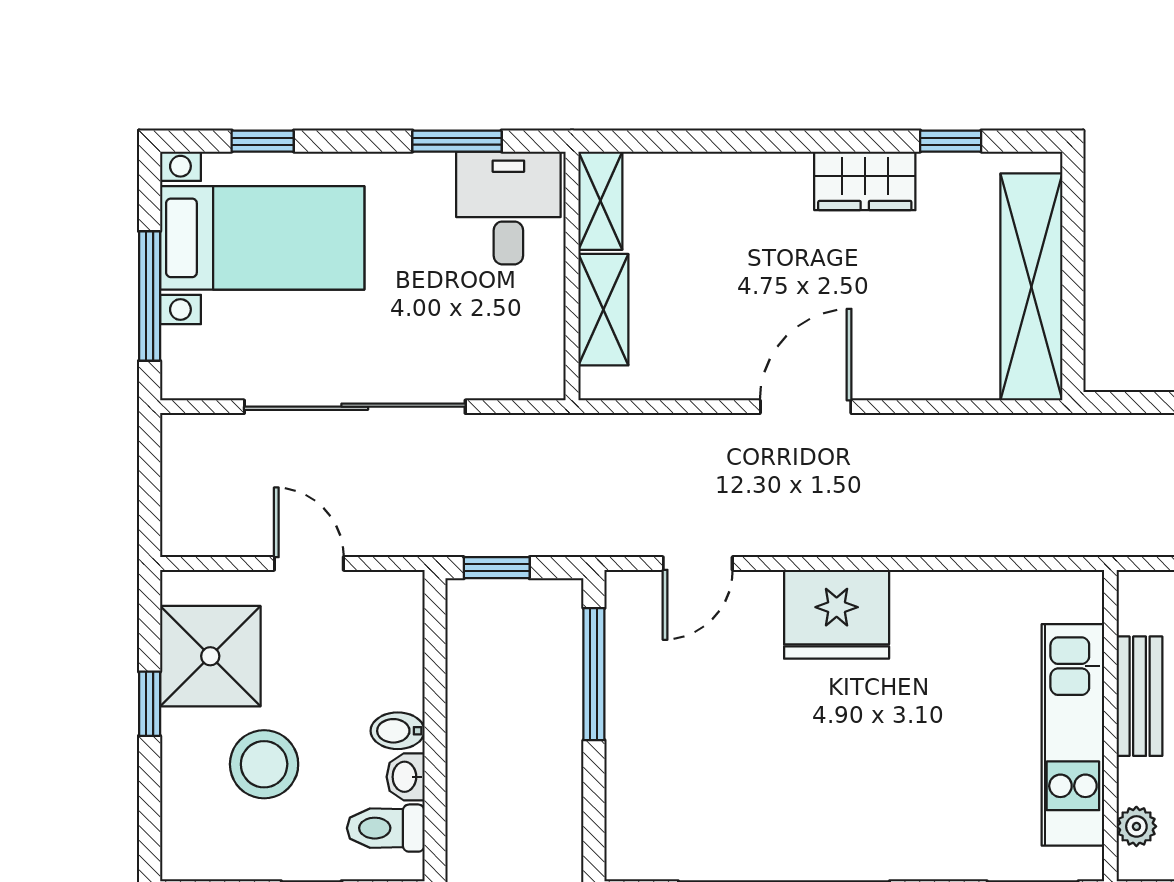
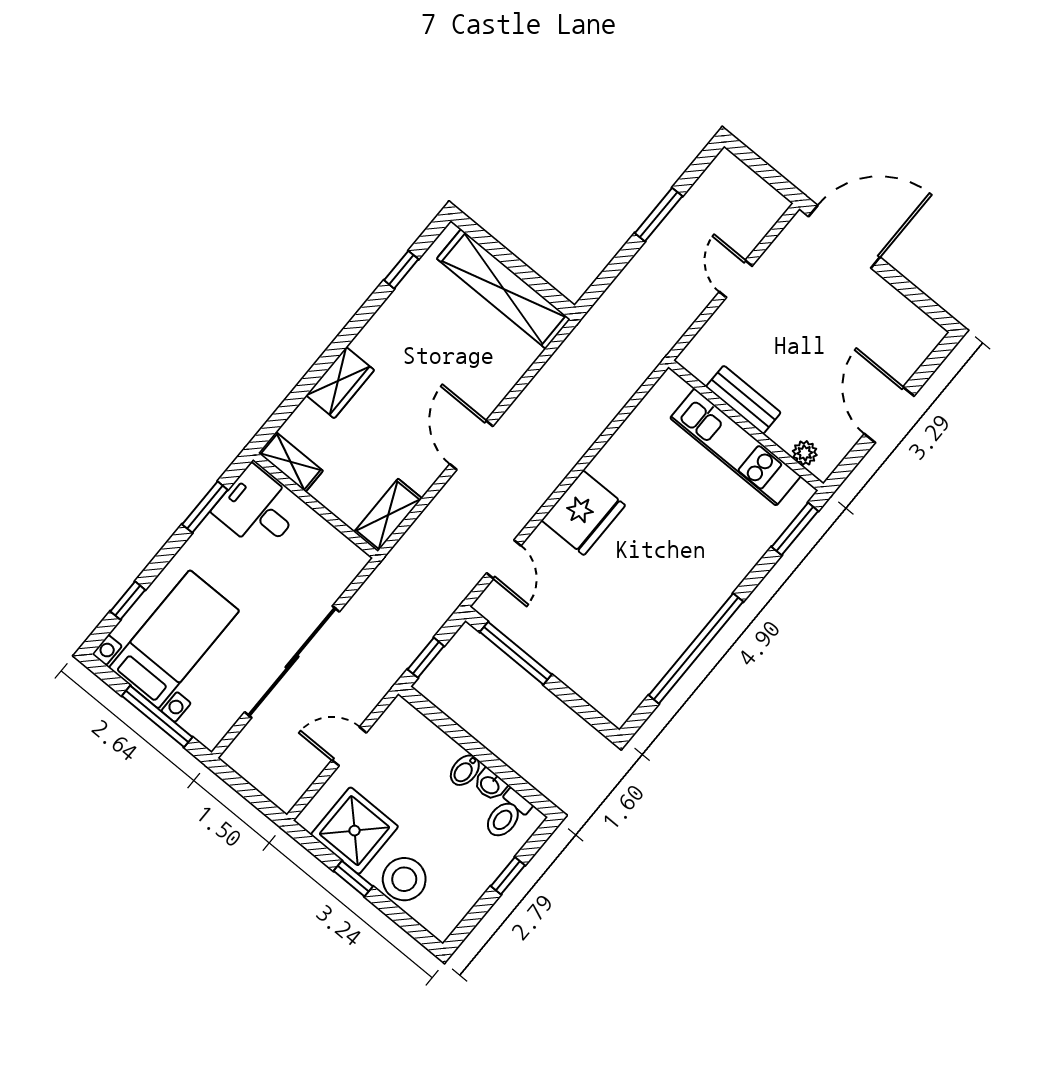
wardrobe: (865, 181) -> (340, 383), moved
shelving: (603, 310) -> (388, 515), moved, turned 90
stool: (264, 764) -> (404, 879), moved

